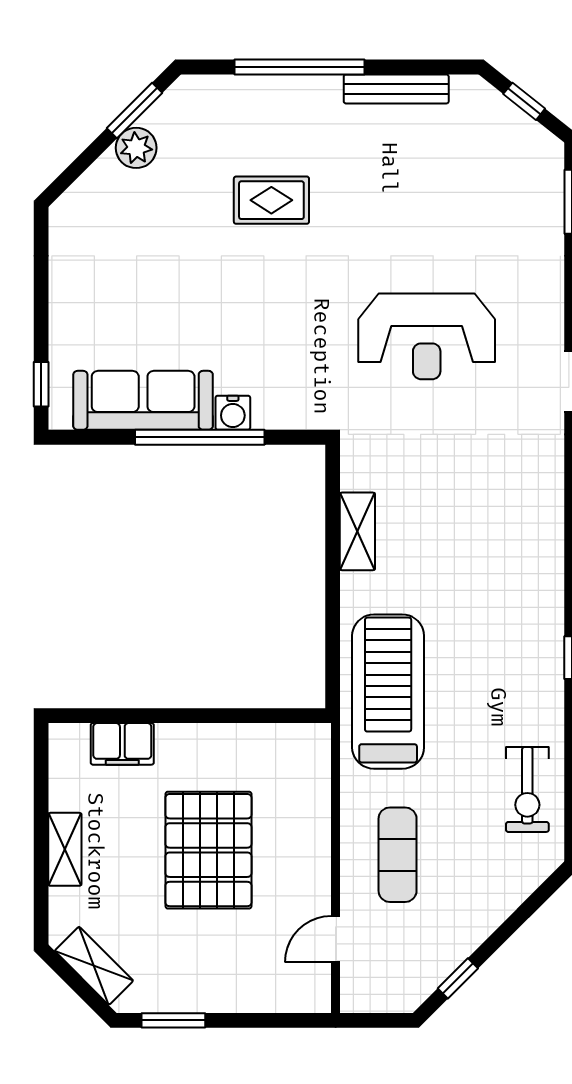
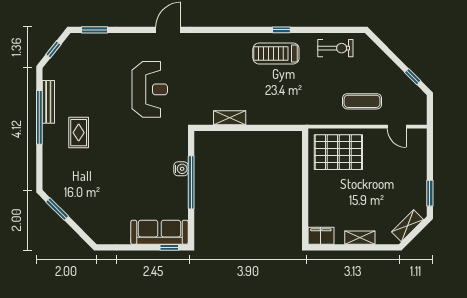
window: (300, 67) -> (39, 117), moved
plant: (136, 148) -> (72, 208), removed
rug: (271, 200) -> (79, 133), moved
sofa: (143, 400) -> (159, 232), moved, turned 90
treadmill: (388, 692) -> (276, 53), moved, width x0.73, depth x0.73
filing cabinet: (122, 744) -> (321, 236), moved, turned -90
pallet: (208, 850) -> (338, 152), moved

